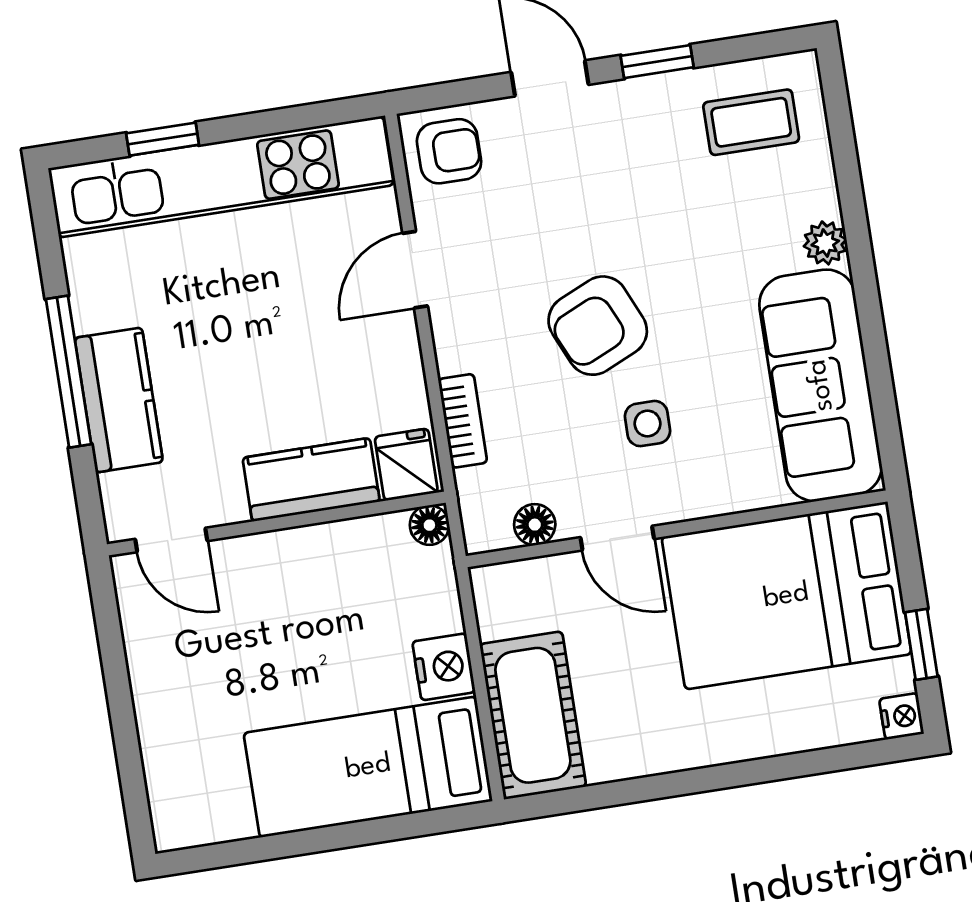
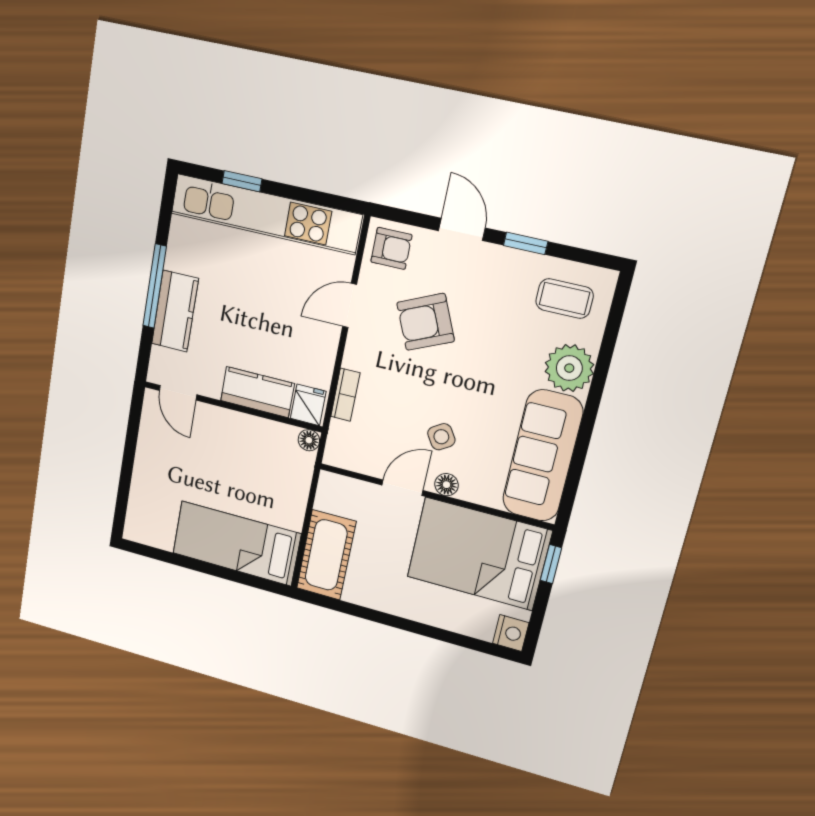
plant: (825, 243) -> (569, 368), width x1.87, depth x1.87
armchair: (598, 326) -> (426, 322), moved
side table: (647, 424) -> (441, 437), turned -33
floor lamp: (535, 525) -> (446, 485), moved
door: (617, 538) -> (402, 488), swing flipped
window: (921, 644) -> (551, 564), moved
nightstand: (444, 667) -> (291, 512), removed
nightstand: (901, 716) -> (511, 633), width x1.39, depth x1.35

